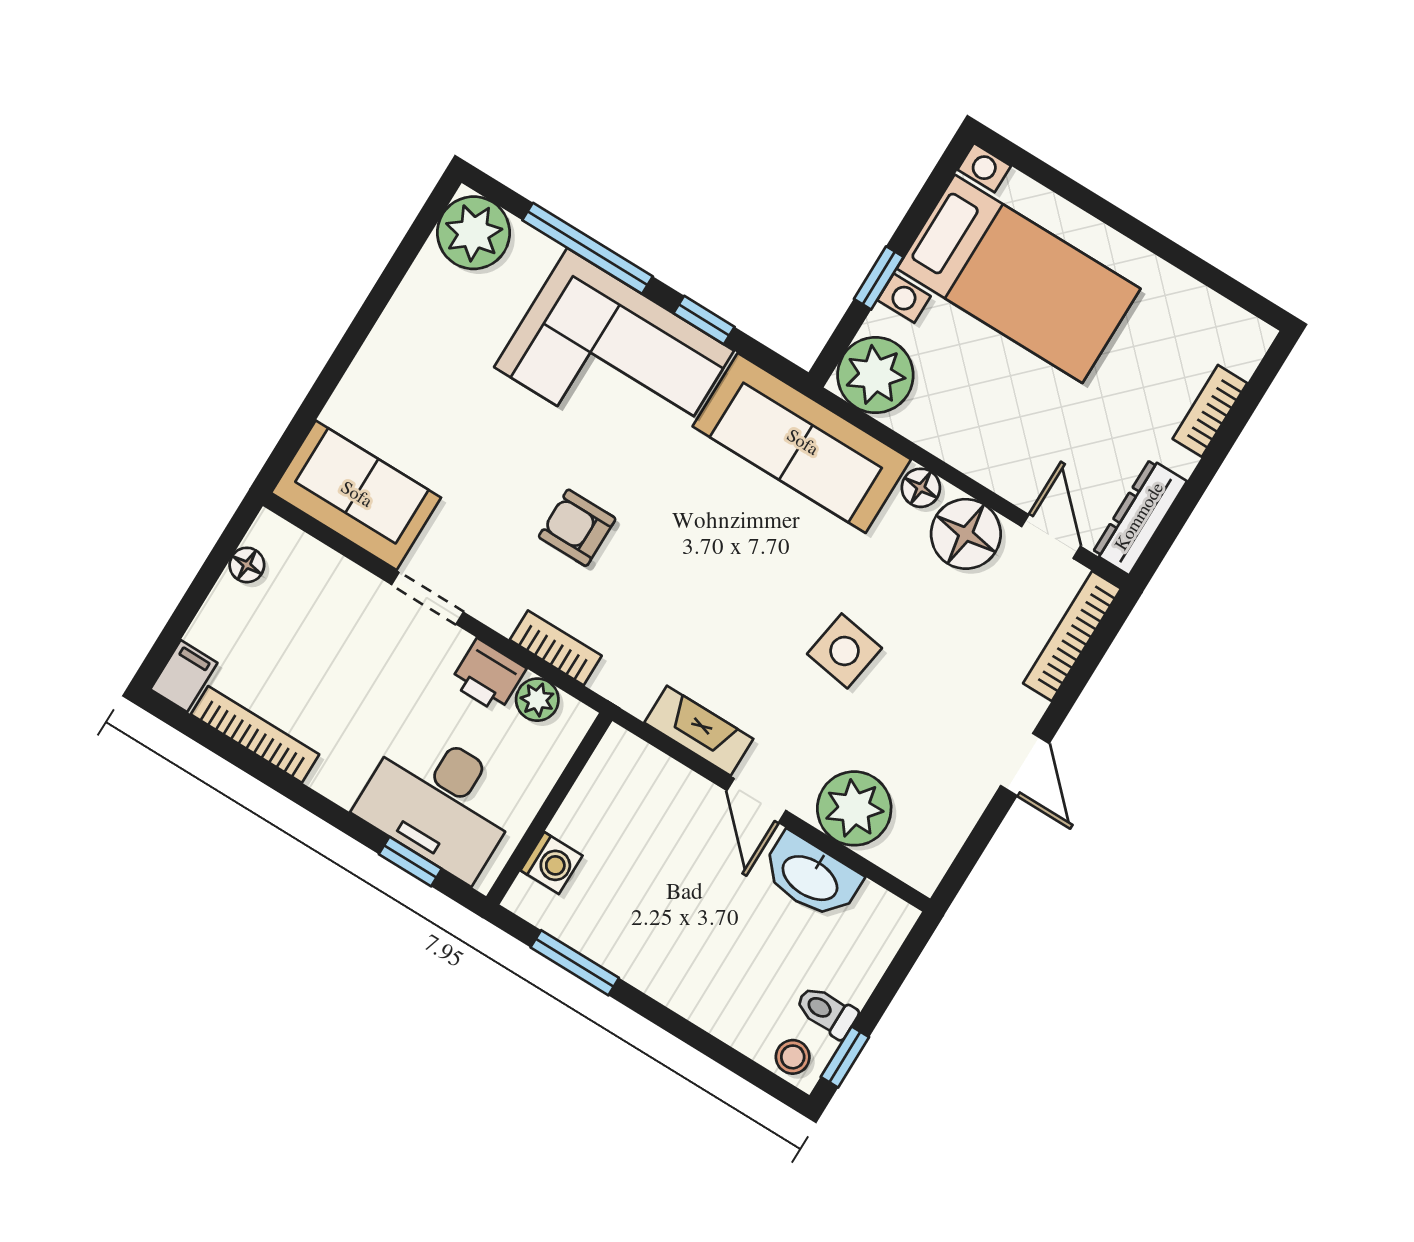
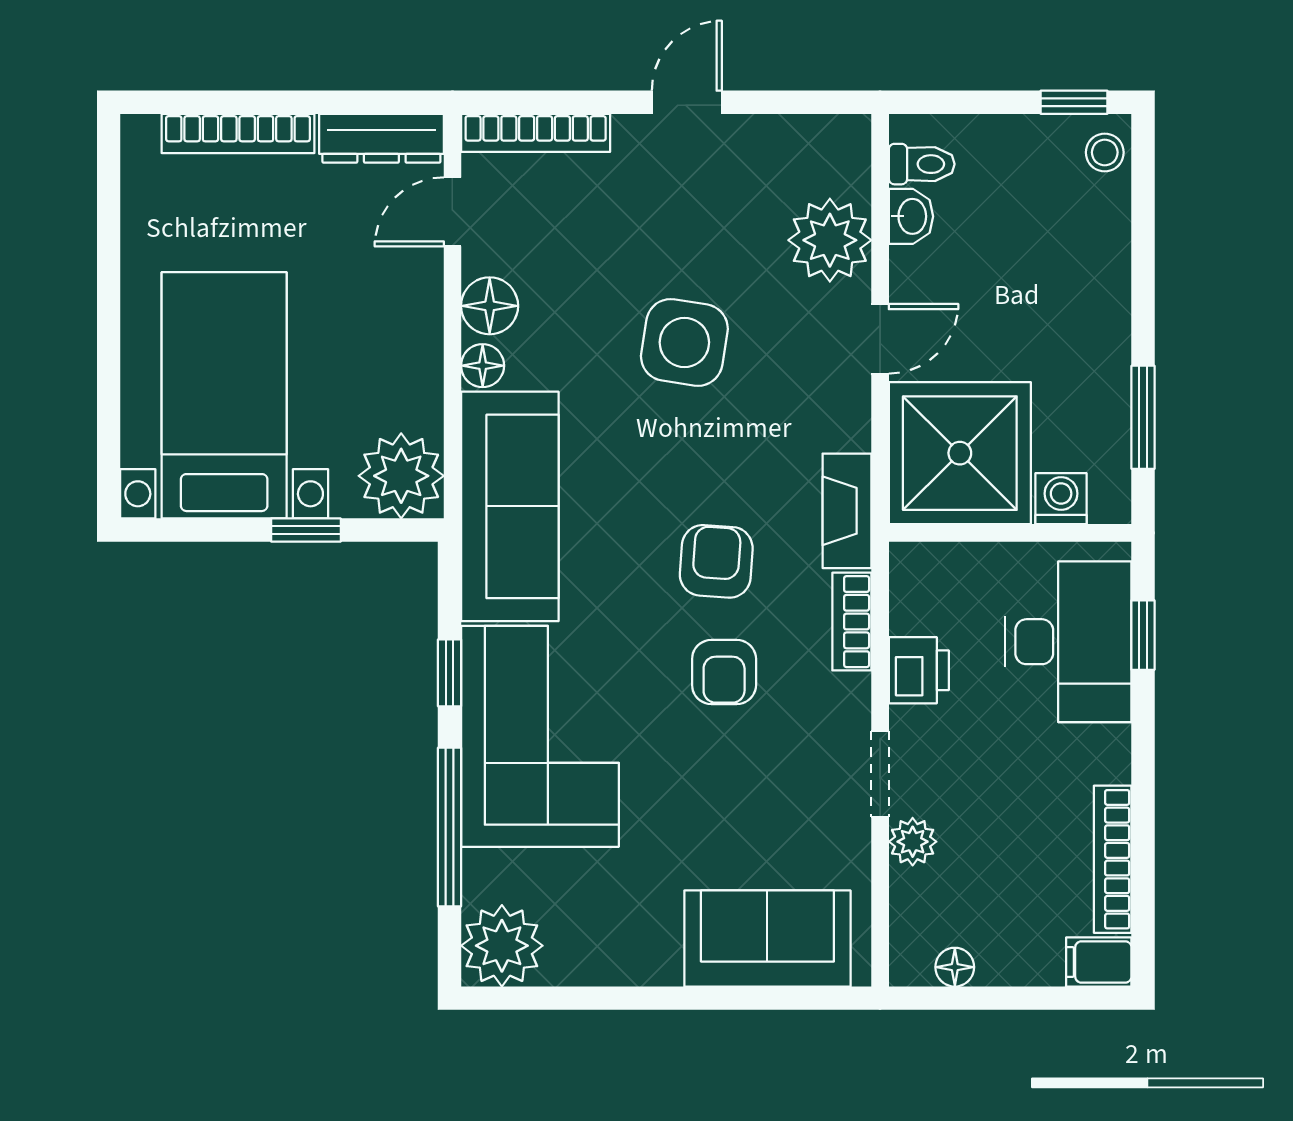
bookcase: (1210, 411) -> (238, 133), width x1.56
sofa: (356, 495) -> (767, 938), moved, turned 90
floor lamp: (966, 534) -> (490, 306), width x0.73, depth x0.73
armchair: (664, 573) -> (716, 561), added
side table: (845, 651) -> (684, 342), width x1.37, depth x1.37
plant: (537, 700) -> (913, 842), moved
fireplace: (699, 731) -> (847, 511), moved
shower: (633, 808) -> (960, 453), added
washbasin: (811, 877) -> (911, 216), width x0.52, depth x0.69
toilet: (826, 1012) -> (922, 164), moved, turned -90

